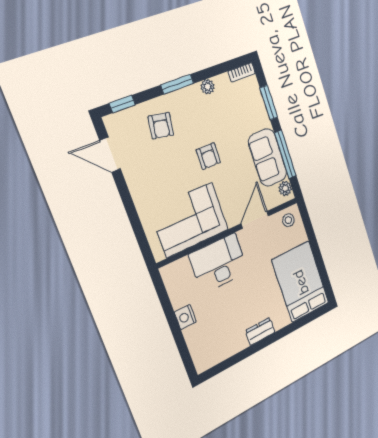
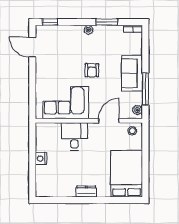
window: (177, 84) -> (107, 22), moved
plant: (208, 87) -> (88, 30), moved
window: (269, 103) -> (145, 53), removed
armchair: (161, 126) -> (69, 42), removed
sofa: (268, 158) -> (132, 73), moved
desk: (219, 263) -> (74, 136), width x0.73

